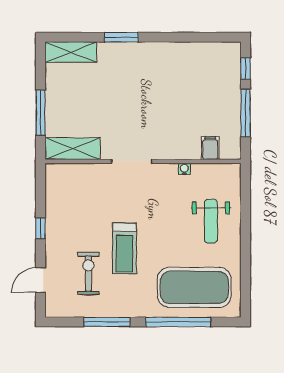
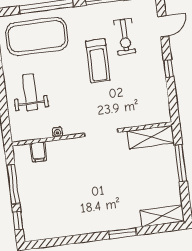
treadmill: (125, 249) -> (98, 61), turned 180

